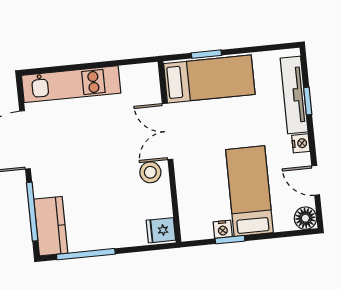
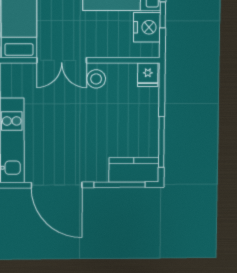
nightstand: (223, 229) -> (147, 27), width x1.89, depth x1.79

